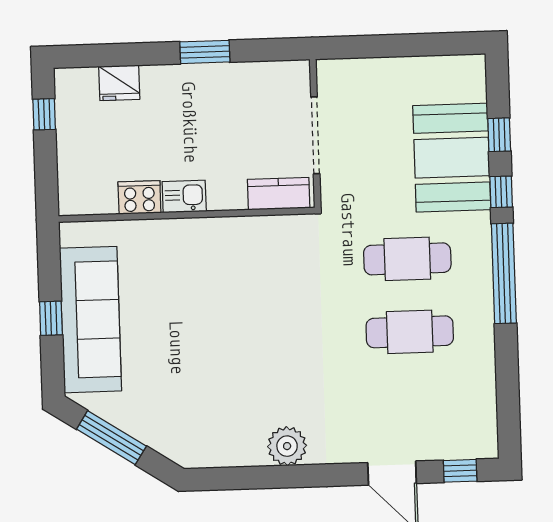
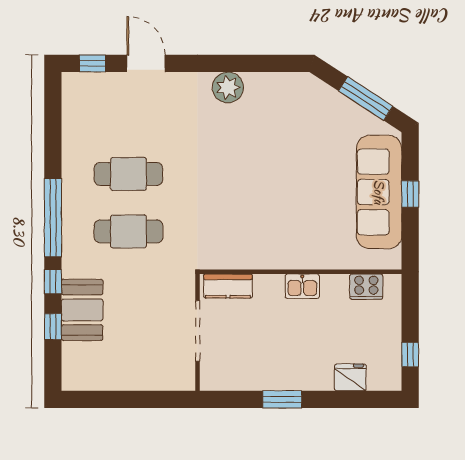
booth: (452, 158) -> (82, 310), width x0.73, depth x0.70
cooker: (139, 197) -> (366, 287), moved

